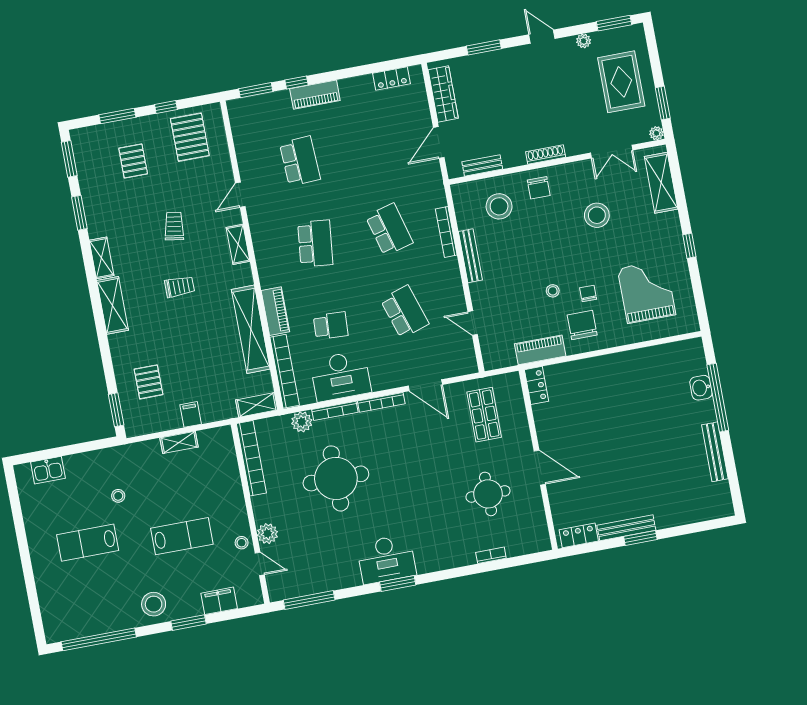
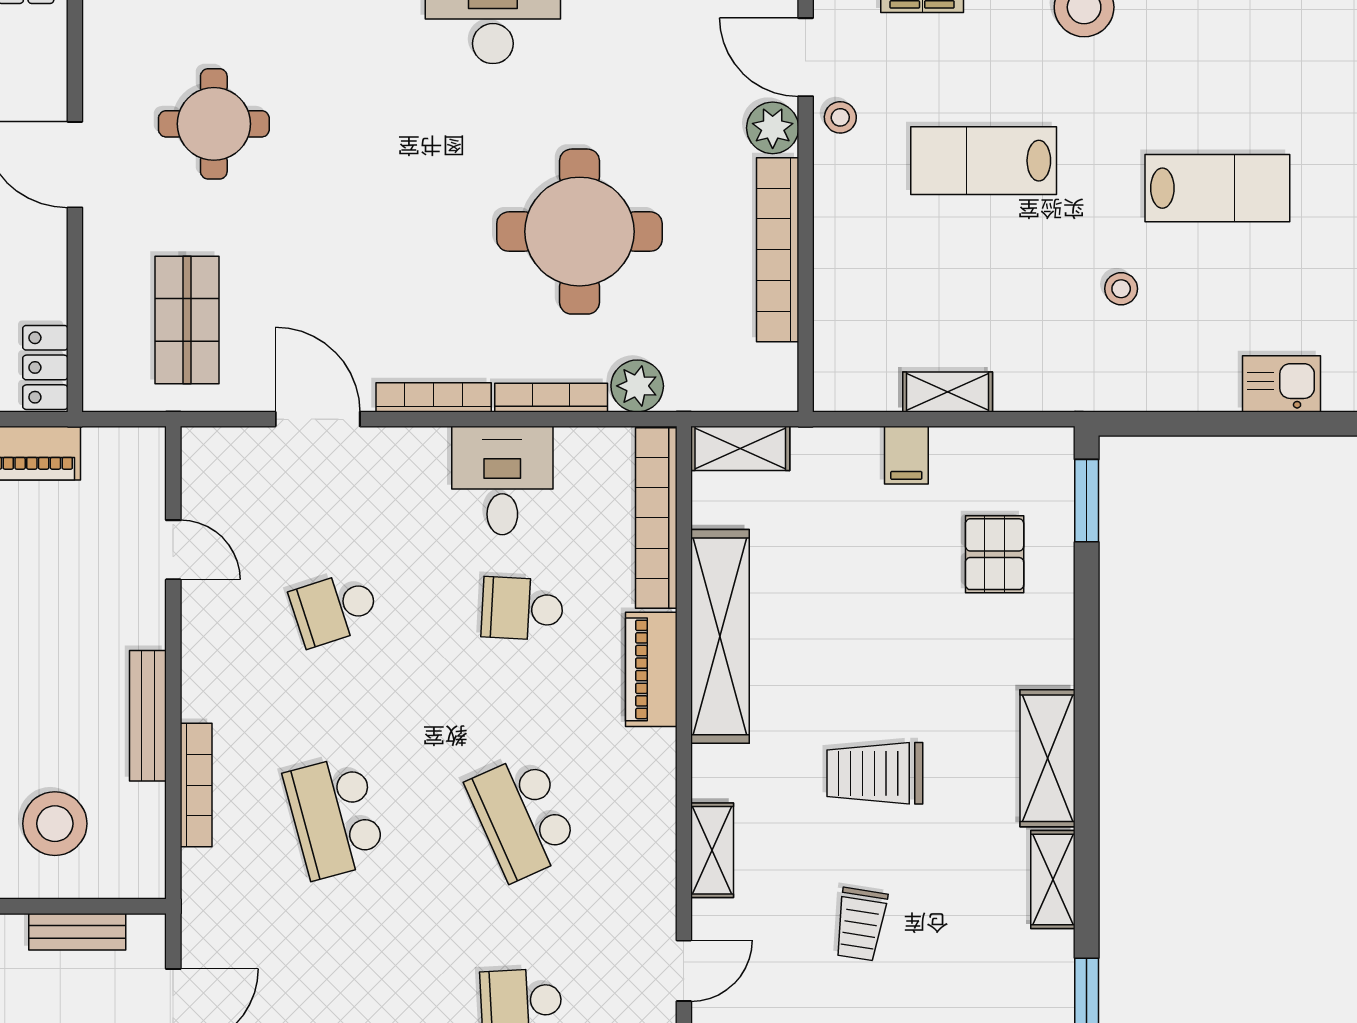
school desk: (315, 243) -> (522, 817), turned -30
trolley: (180, 287) -> (875, 773), width x1.36, depth x1.39
school desk: (405, 312) -> (335, 609), width x0.54
desk: (341, 376) -> (502, 480), width x0.73
bookcase: (251, 458) -> (778, 250), moved
door: (260, 564) -> (806, 57), width x1.38

